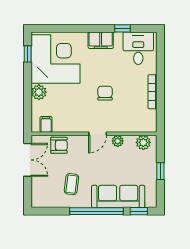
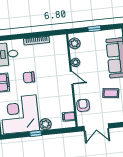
window: (28, 54) -> (36, 134), moved
chair: (105, 93) -> (29, 77), moved
double door: (28, 160) -> (96, 127), swing flipped

